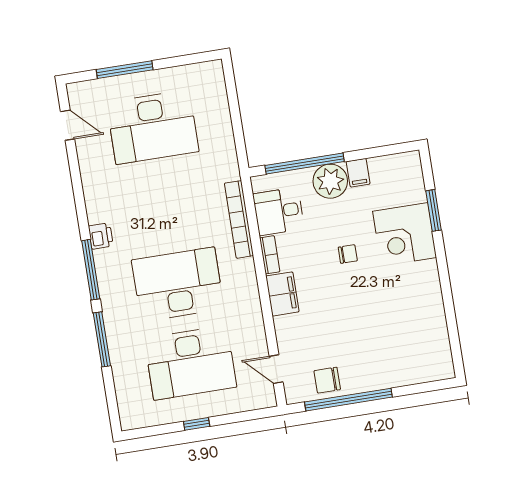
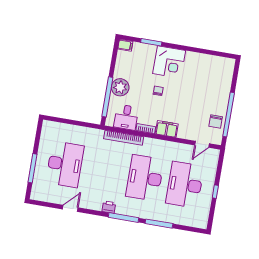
door: (68, 125) -> (70, 208), moved
filing cabinet: (358, 173) -> (125, 45), moved
corner desk: (405, 234) -> (169, 62), moved
desk: (190, 363) -> (185, 185), turned 180

